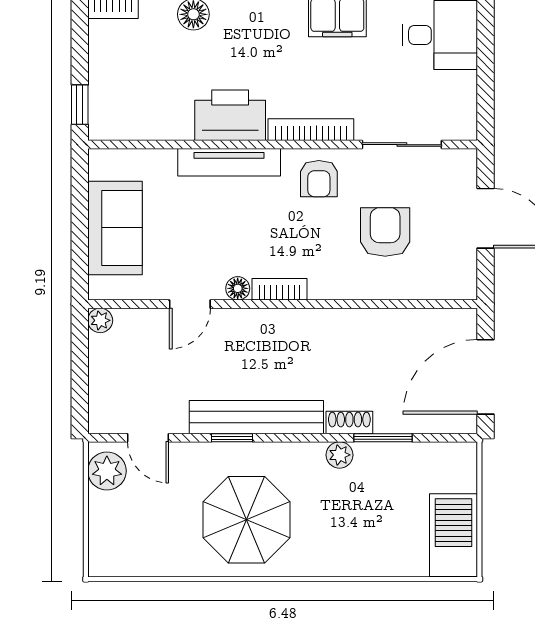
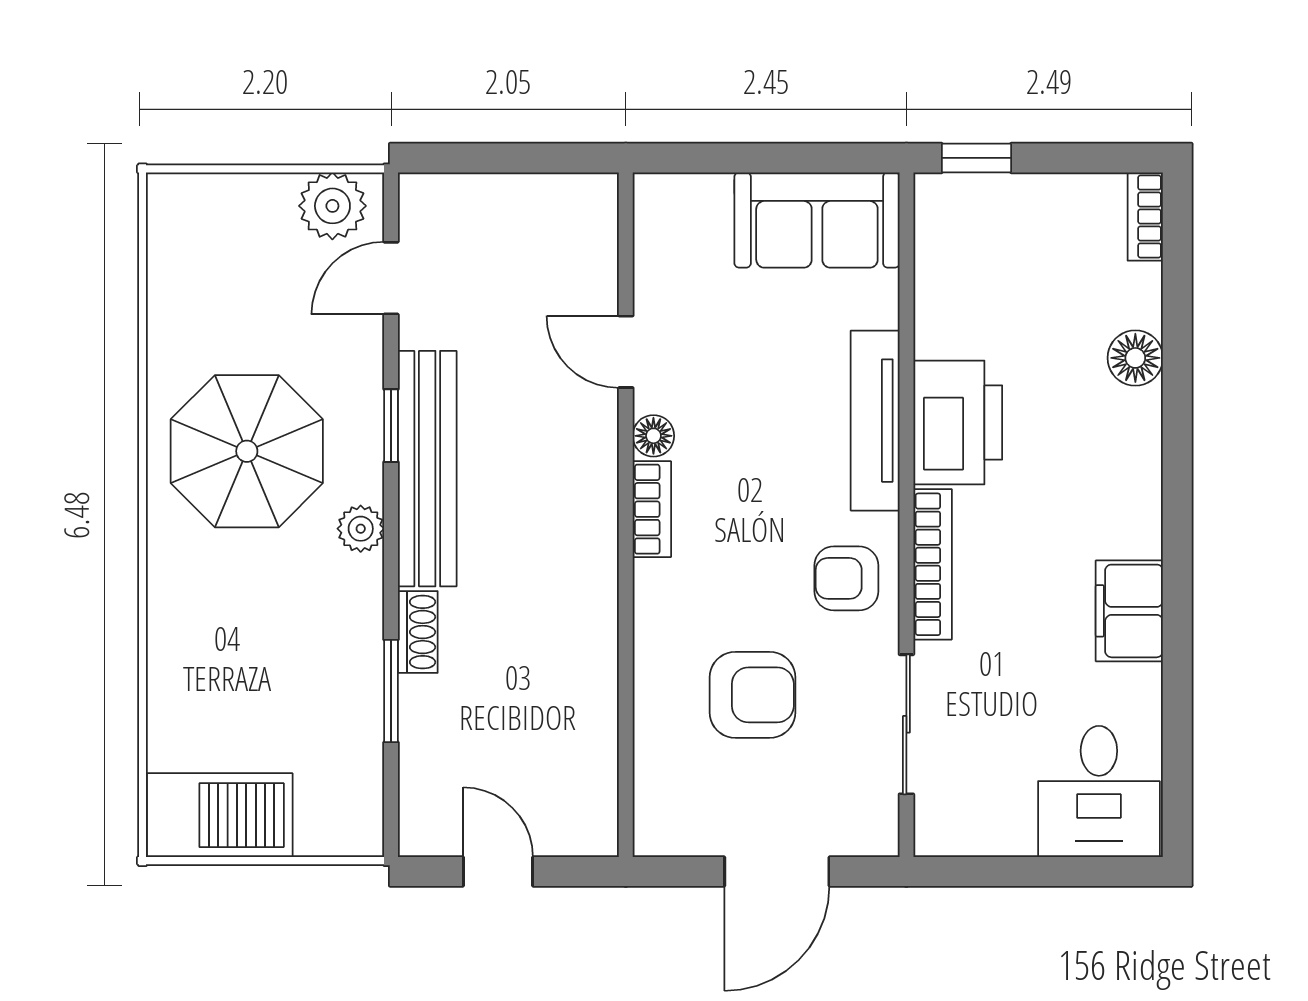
sofa: (115, 228) -> (817, 220), moved
plant: (100, 320) -> (597, 194), removed
door: (486, 377) -> (498, 871), width x0.53
plant: (340, 455) -> (361, 529), moved

